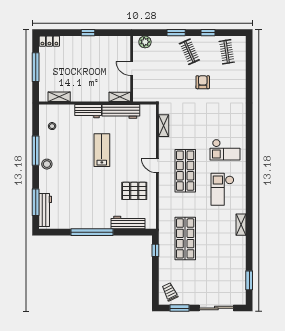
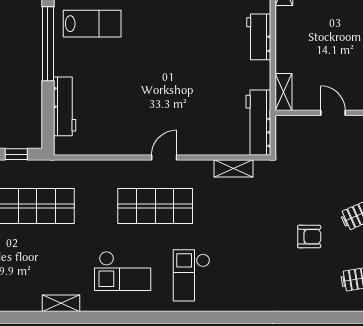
door: (132, 69) -> (333, 113), hinge flipped
workbench: (121, 111) -> (258, 123), moved
lab bench: (102, 150) -> (92, 24), moved
checkout: (222, 189) -> (123, 271), turned 180
pallet: (134, 191) -> (120, 117), removed

